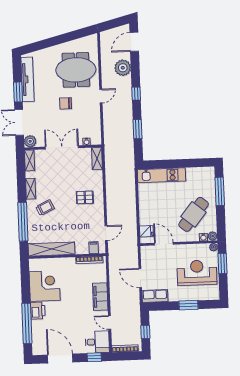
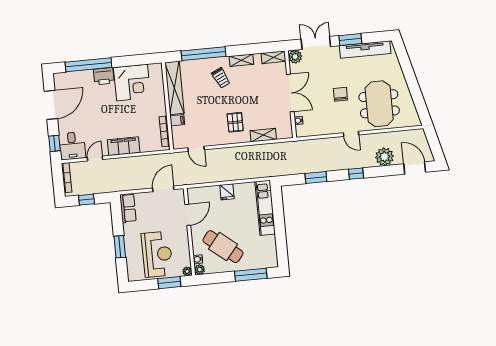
shelving: (97, 159) -> (263, 135), moved
fridge: (146, 231) -> (227, 192), moved
filing cabinet: (94, 248) -> (177, 120), moved
door: (140, 278) -> (163, 189), moved

